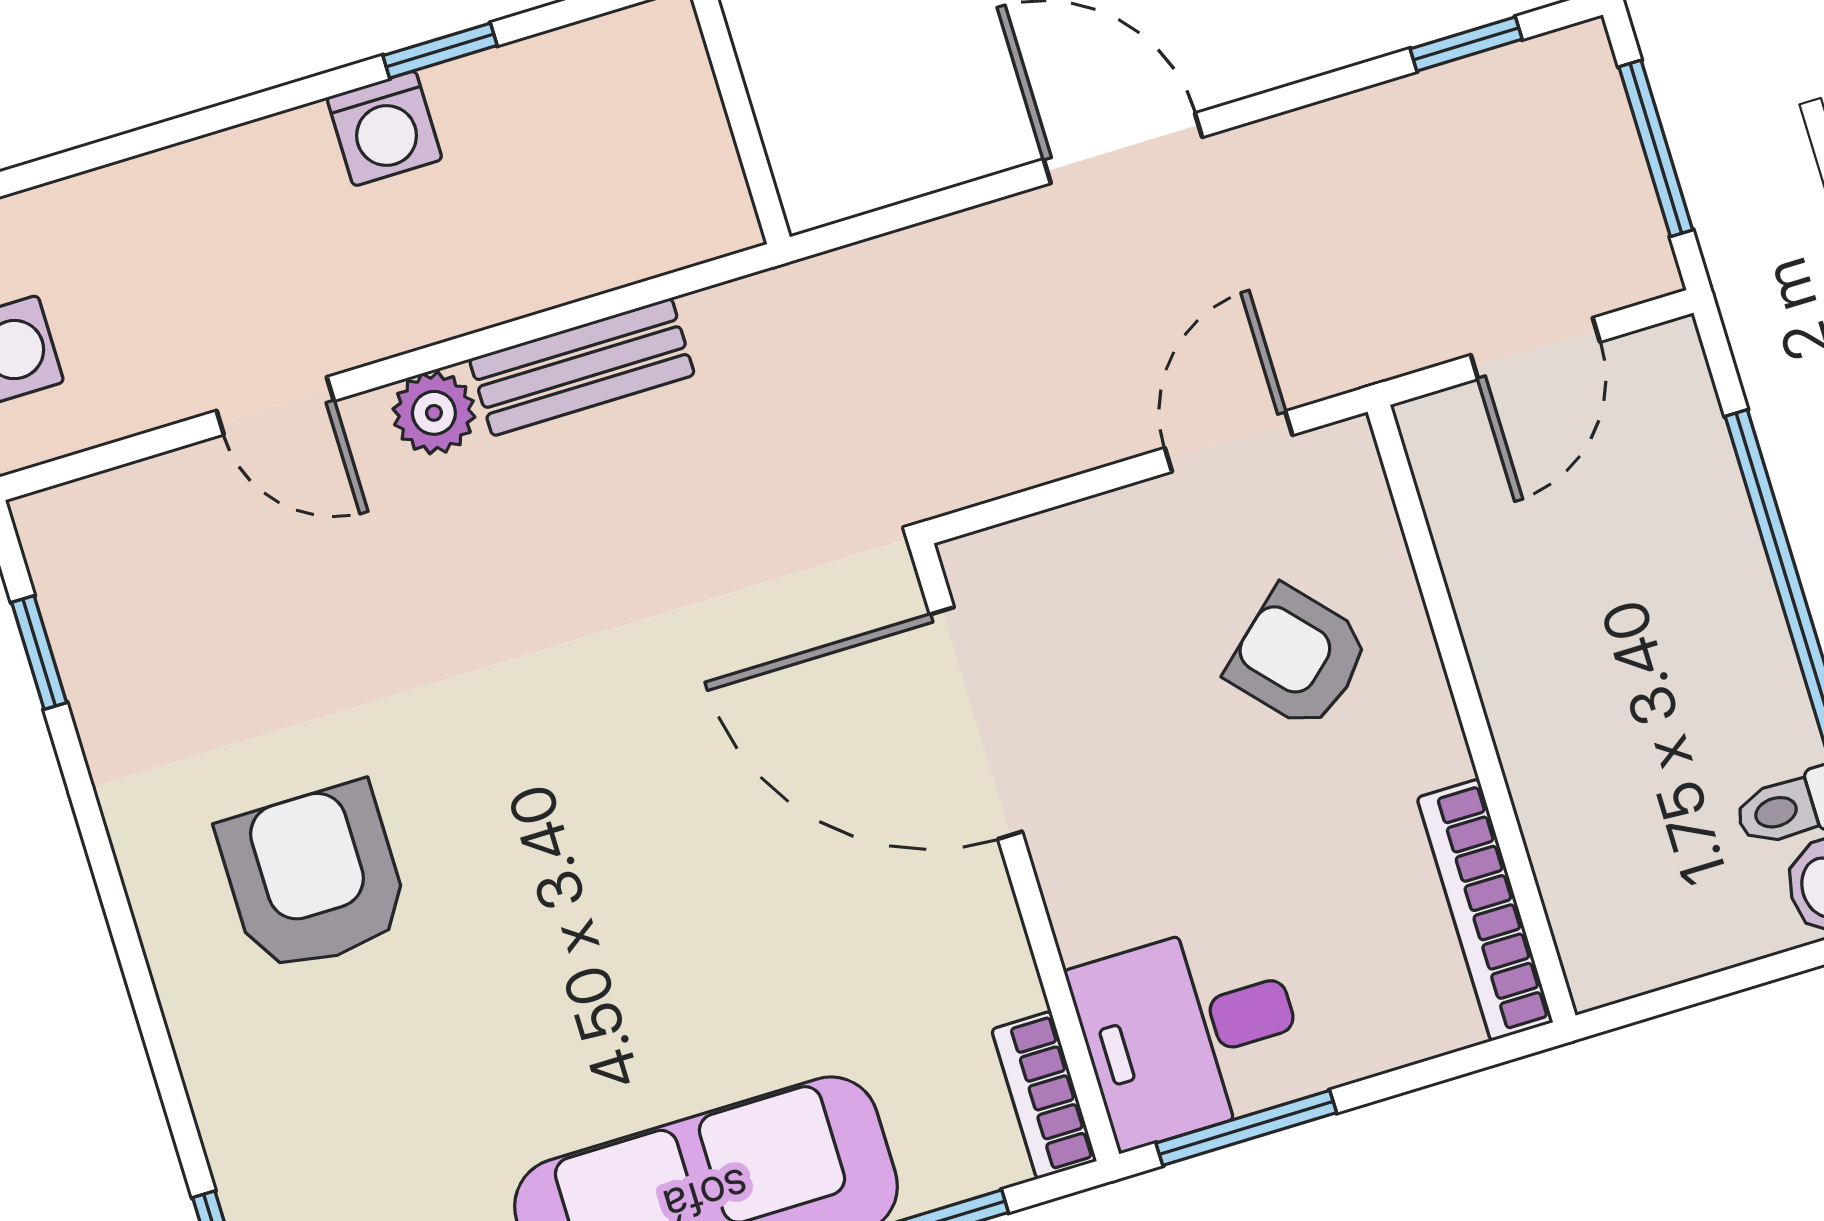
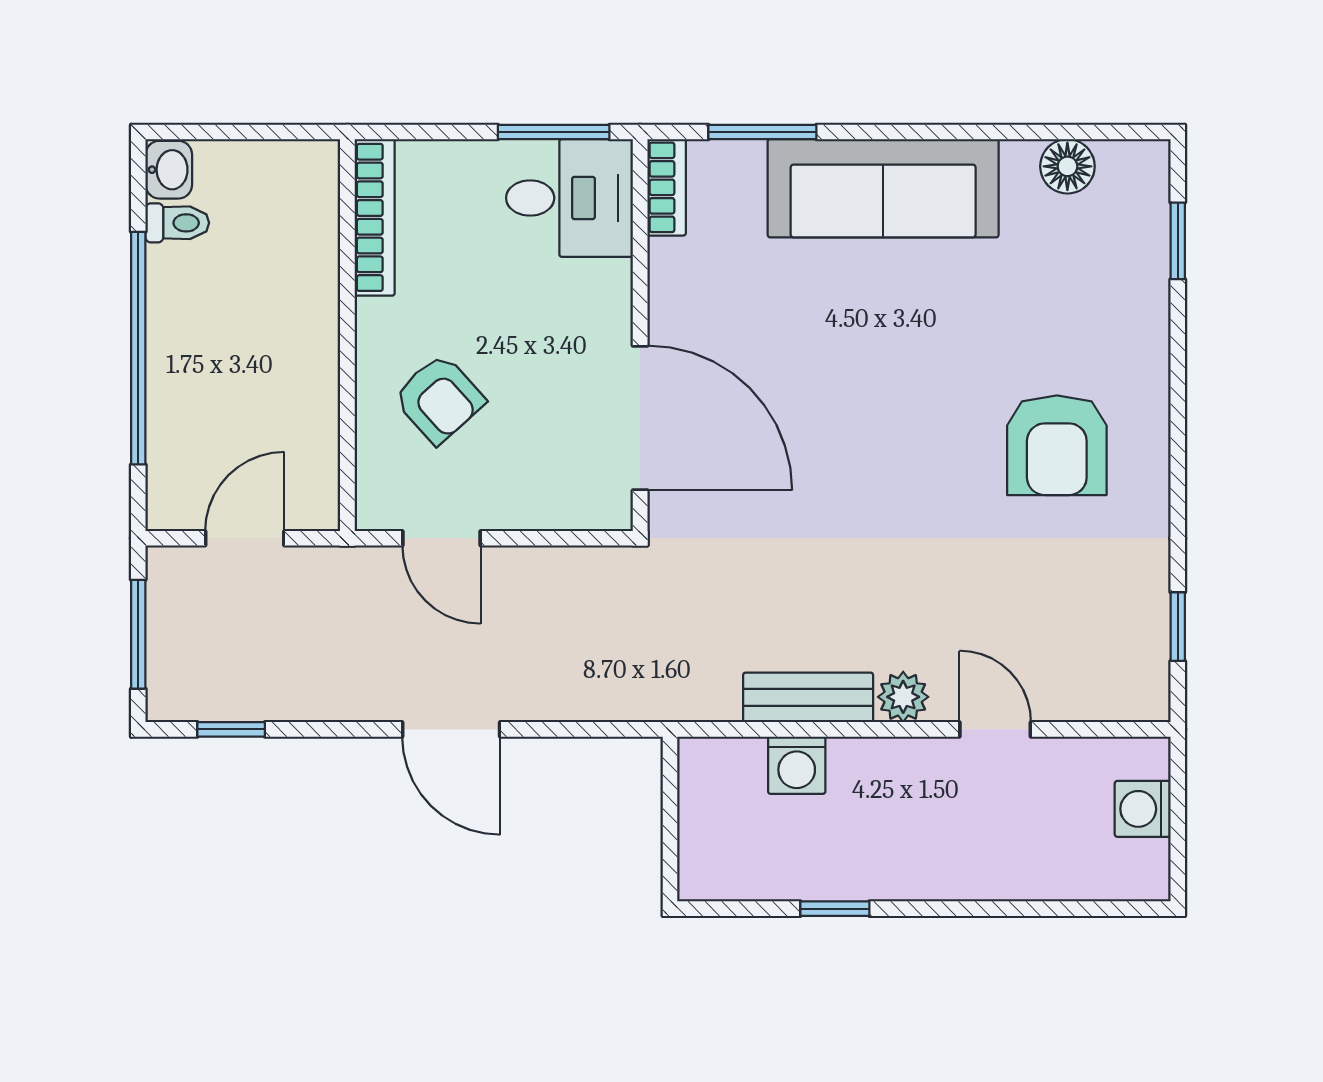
washing machine: (384, 128) -> (797, 765), moved, turned 180
door: (1229, 442) -> (442, 538), hinge flipped

